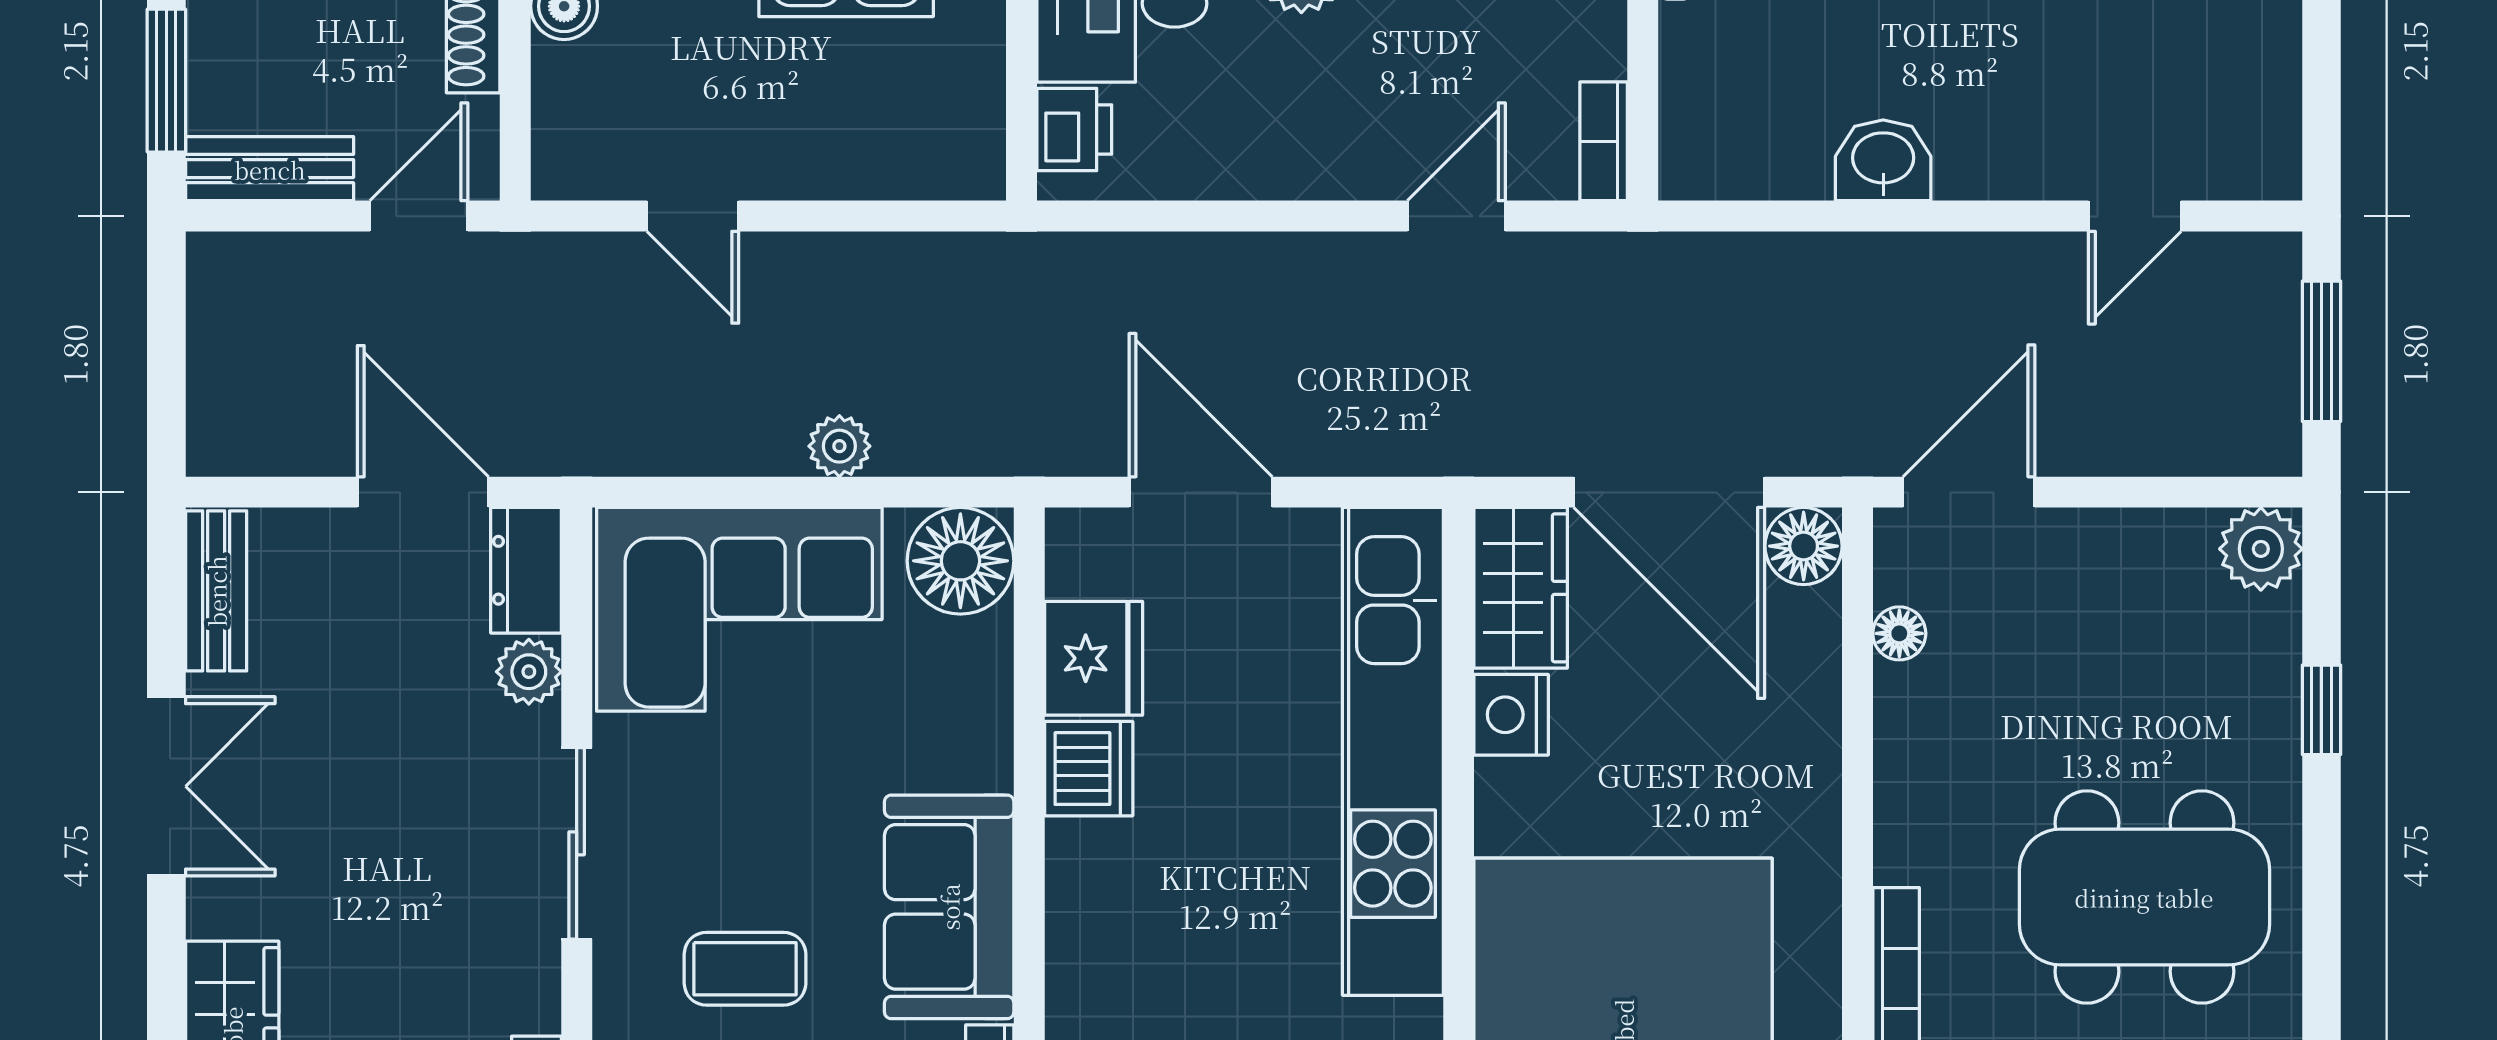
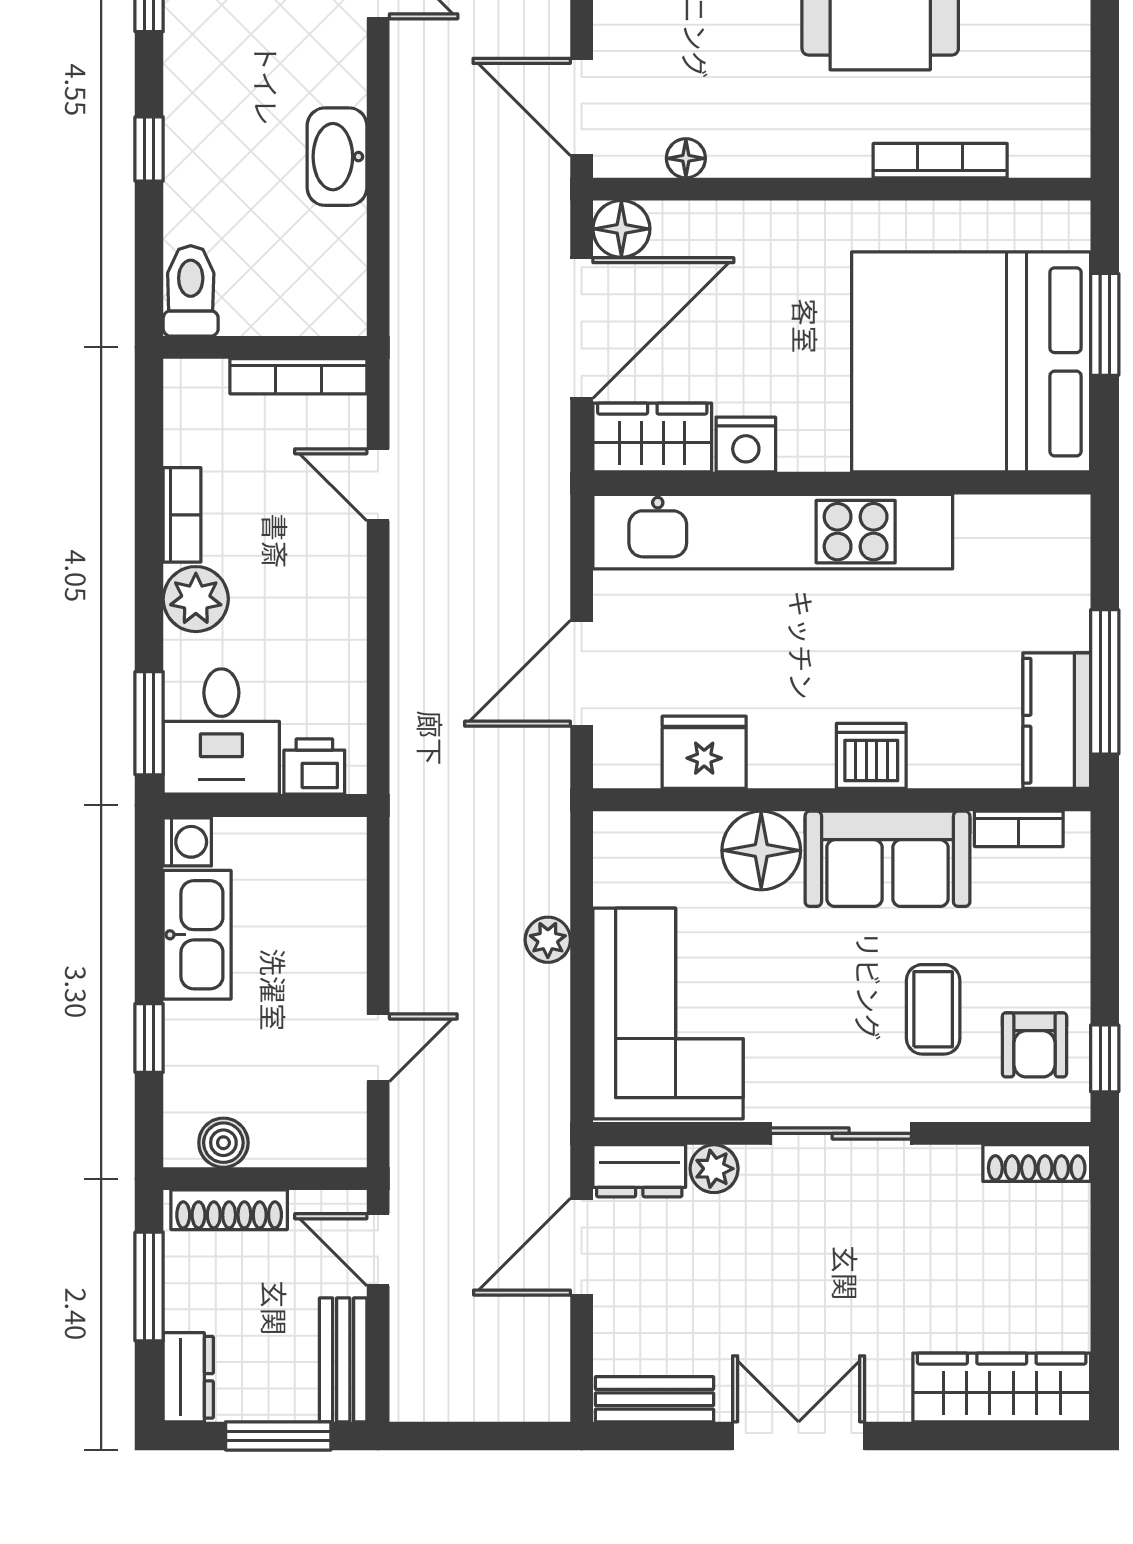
bookcase: (1604, 141) -> (298, 376), width x1.56
washbasin: (1883, 160) -> (337, 157), width x1.38
floor lamp: (960, 561) -> (761, 850), moved
dishwasher: (1089, 769) -> (871, 756), moved

